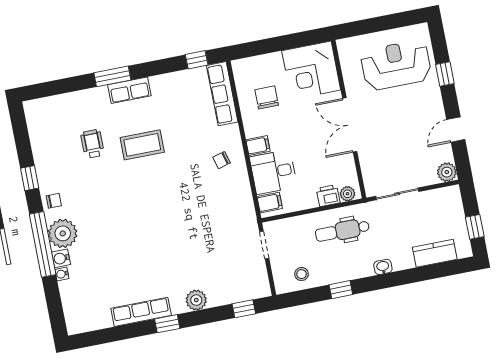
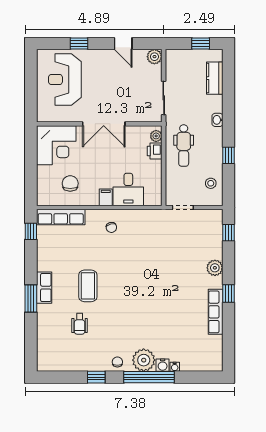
chair: (267, 97) -> (70, 183), turned 90
wheelchair: (92, 144) -> (80, 324), turned -90
filing cabinet: (270, 203) -> (151, 197), removed

